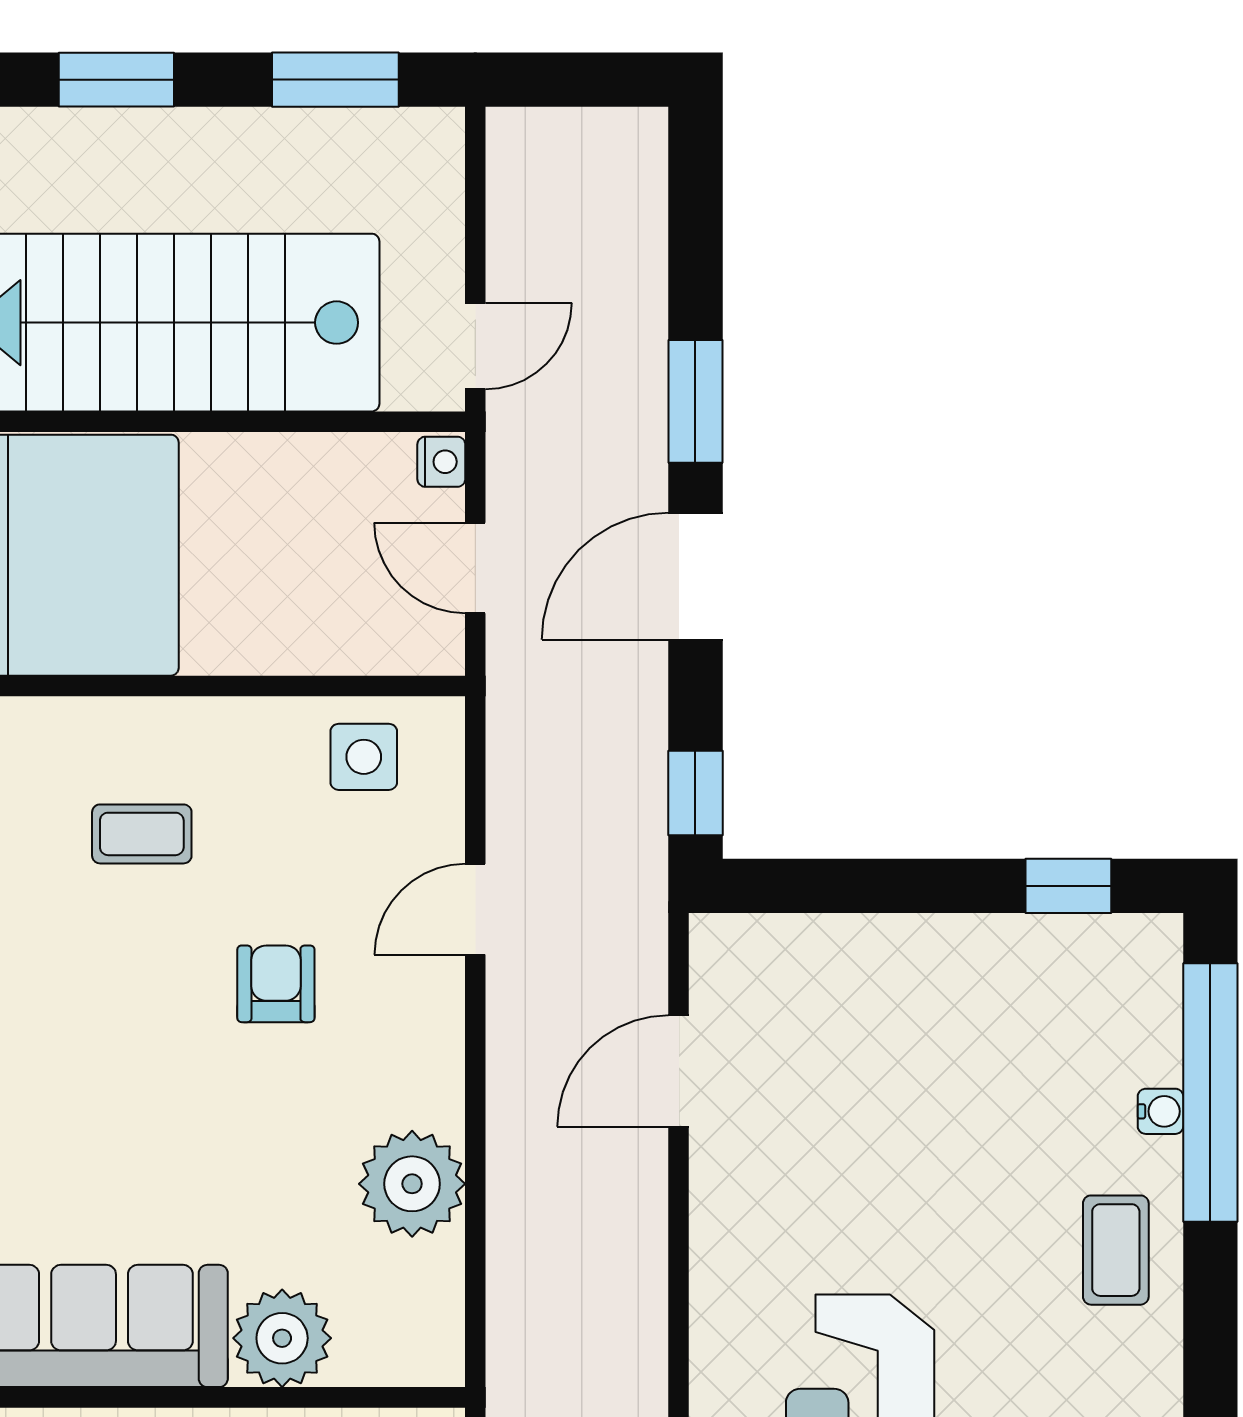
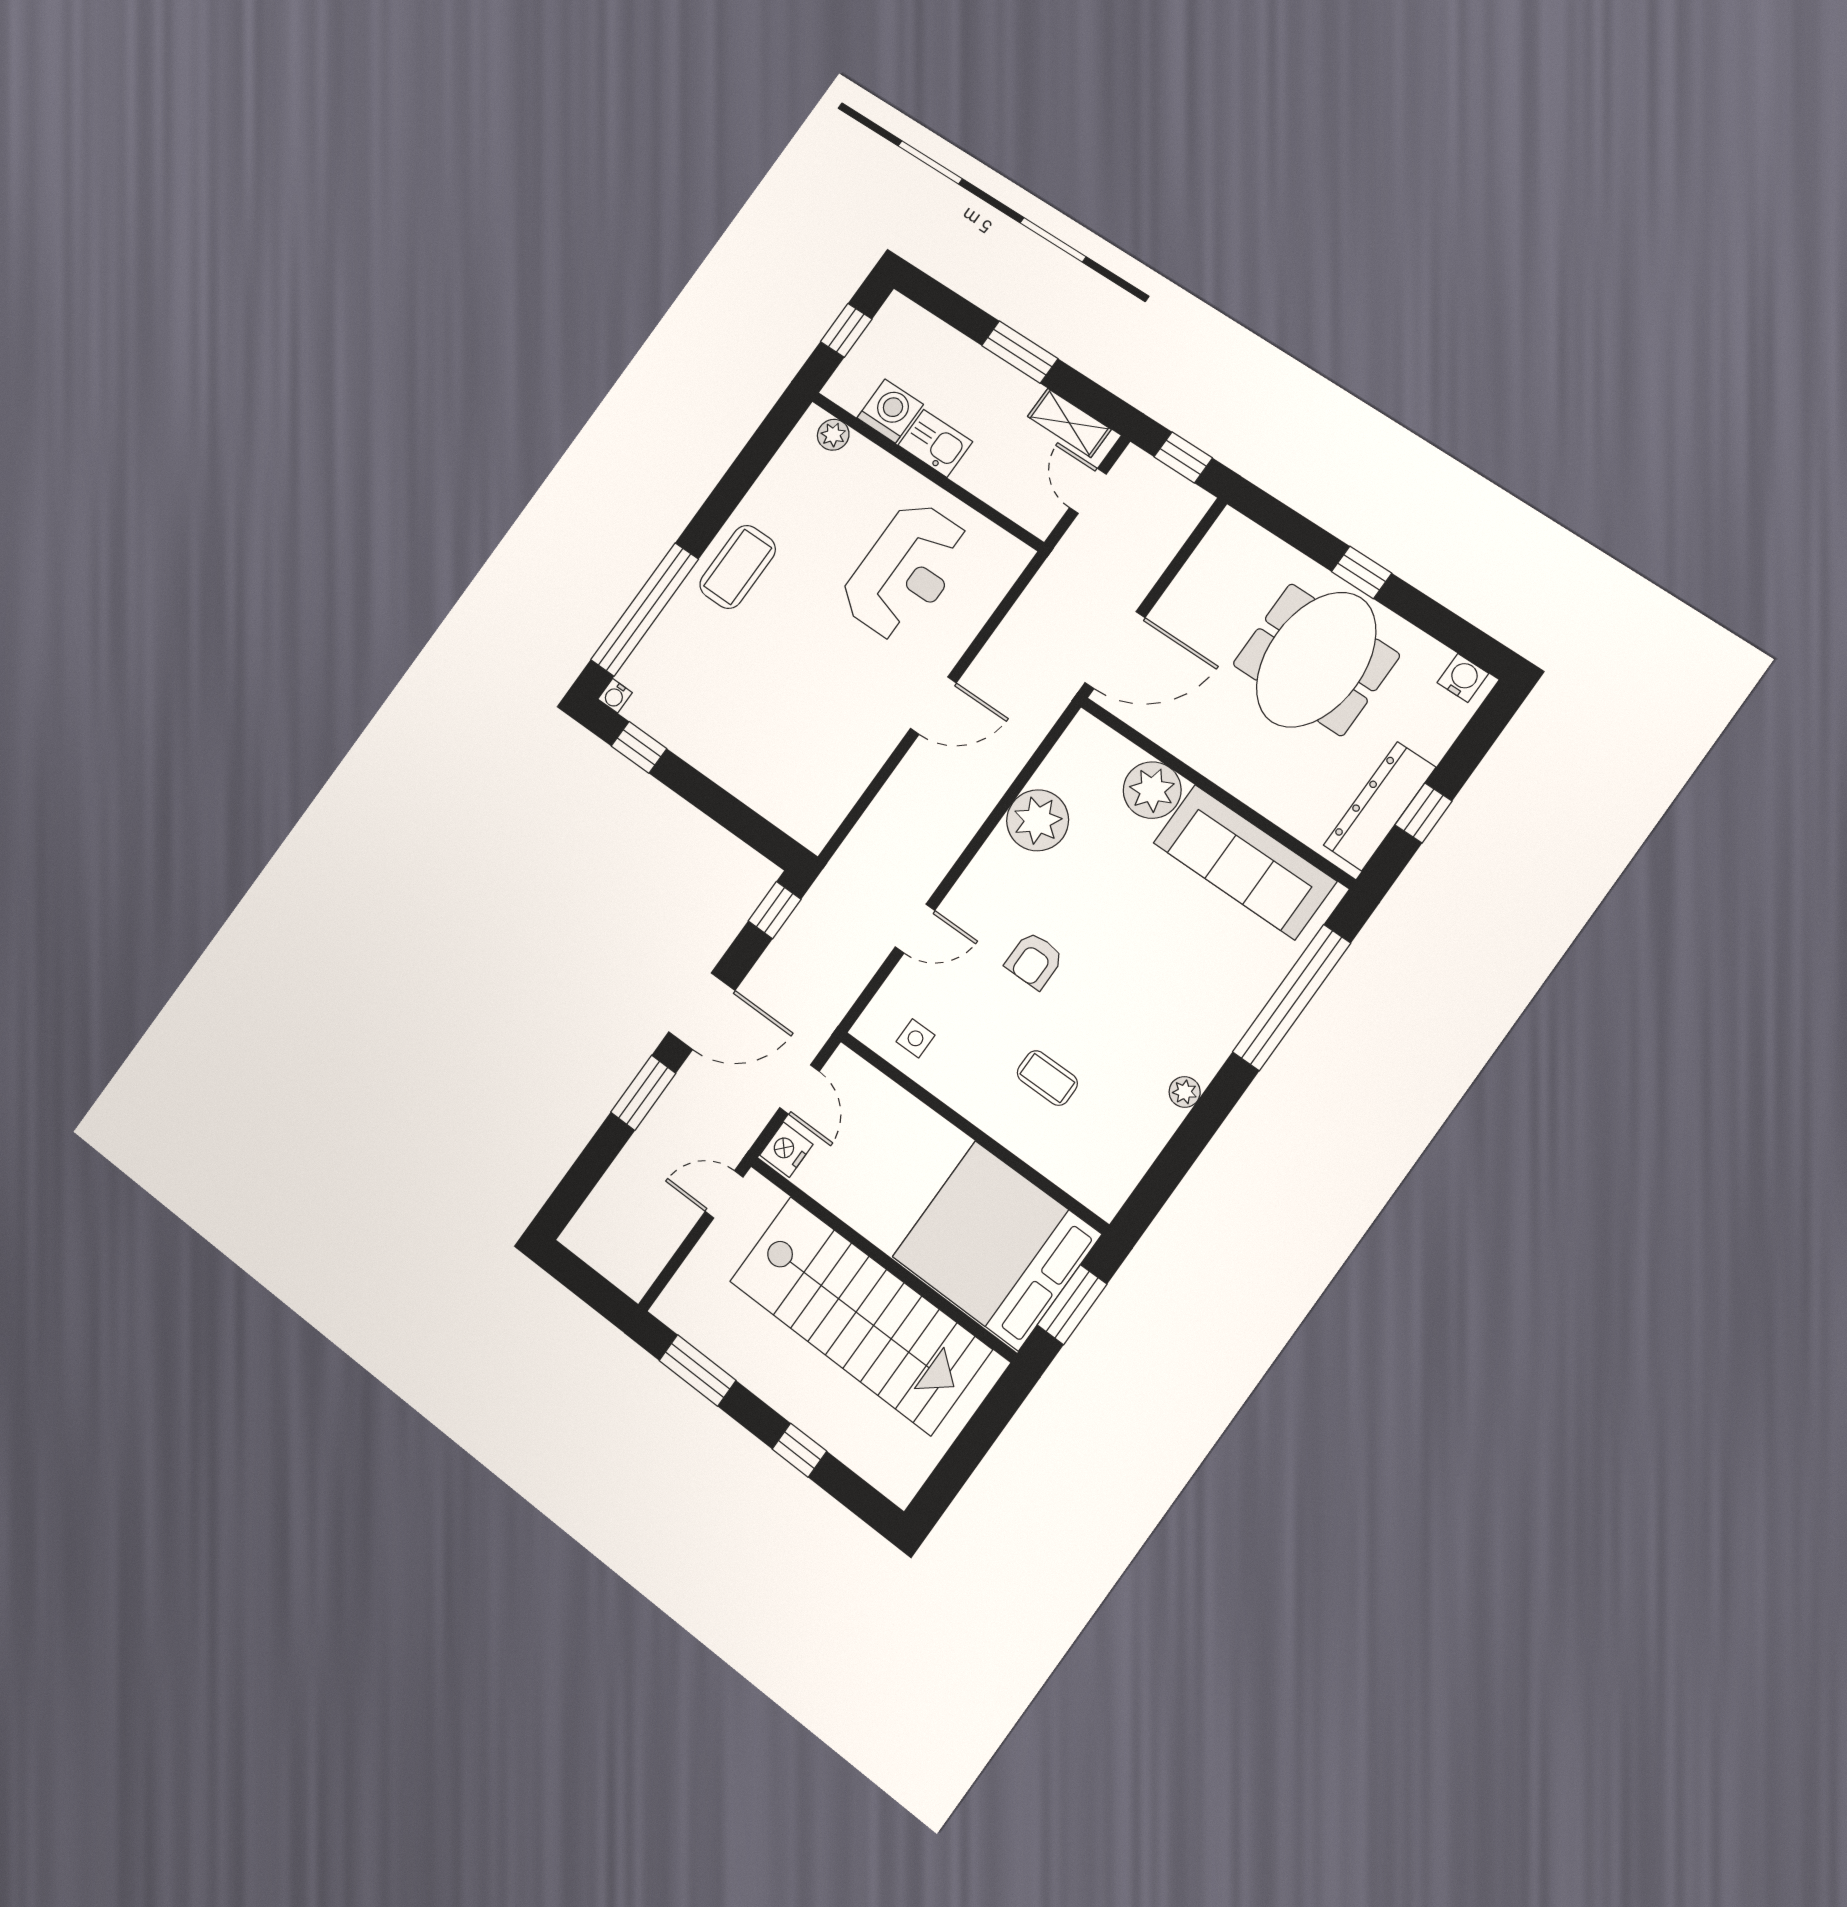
window: (116, 80) -> (799, 1450), width x0.67
nightstand: (441, 462) -> (786, 1150), width x1.39, depth x1.35
side table: (364, 757) -> (915, 1038), width x0.73, depth x0.73
door: (679, 1071) -> (933, 706), moved
water cooler: (1161, 1111) -> (615, 696), moved, turned -90
coffee table: (1116, 1250) -> (738, 567), width x1.36, depth x1.30

